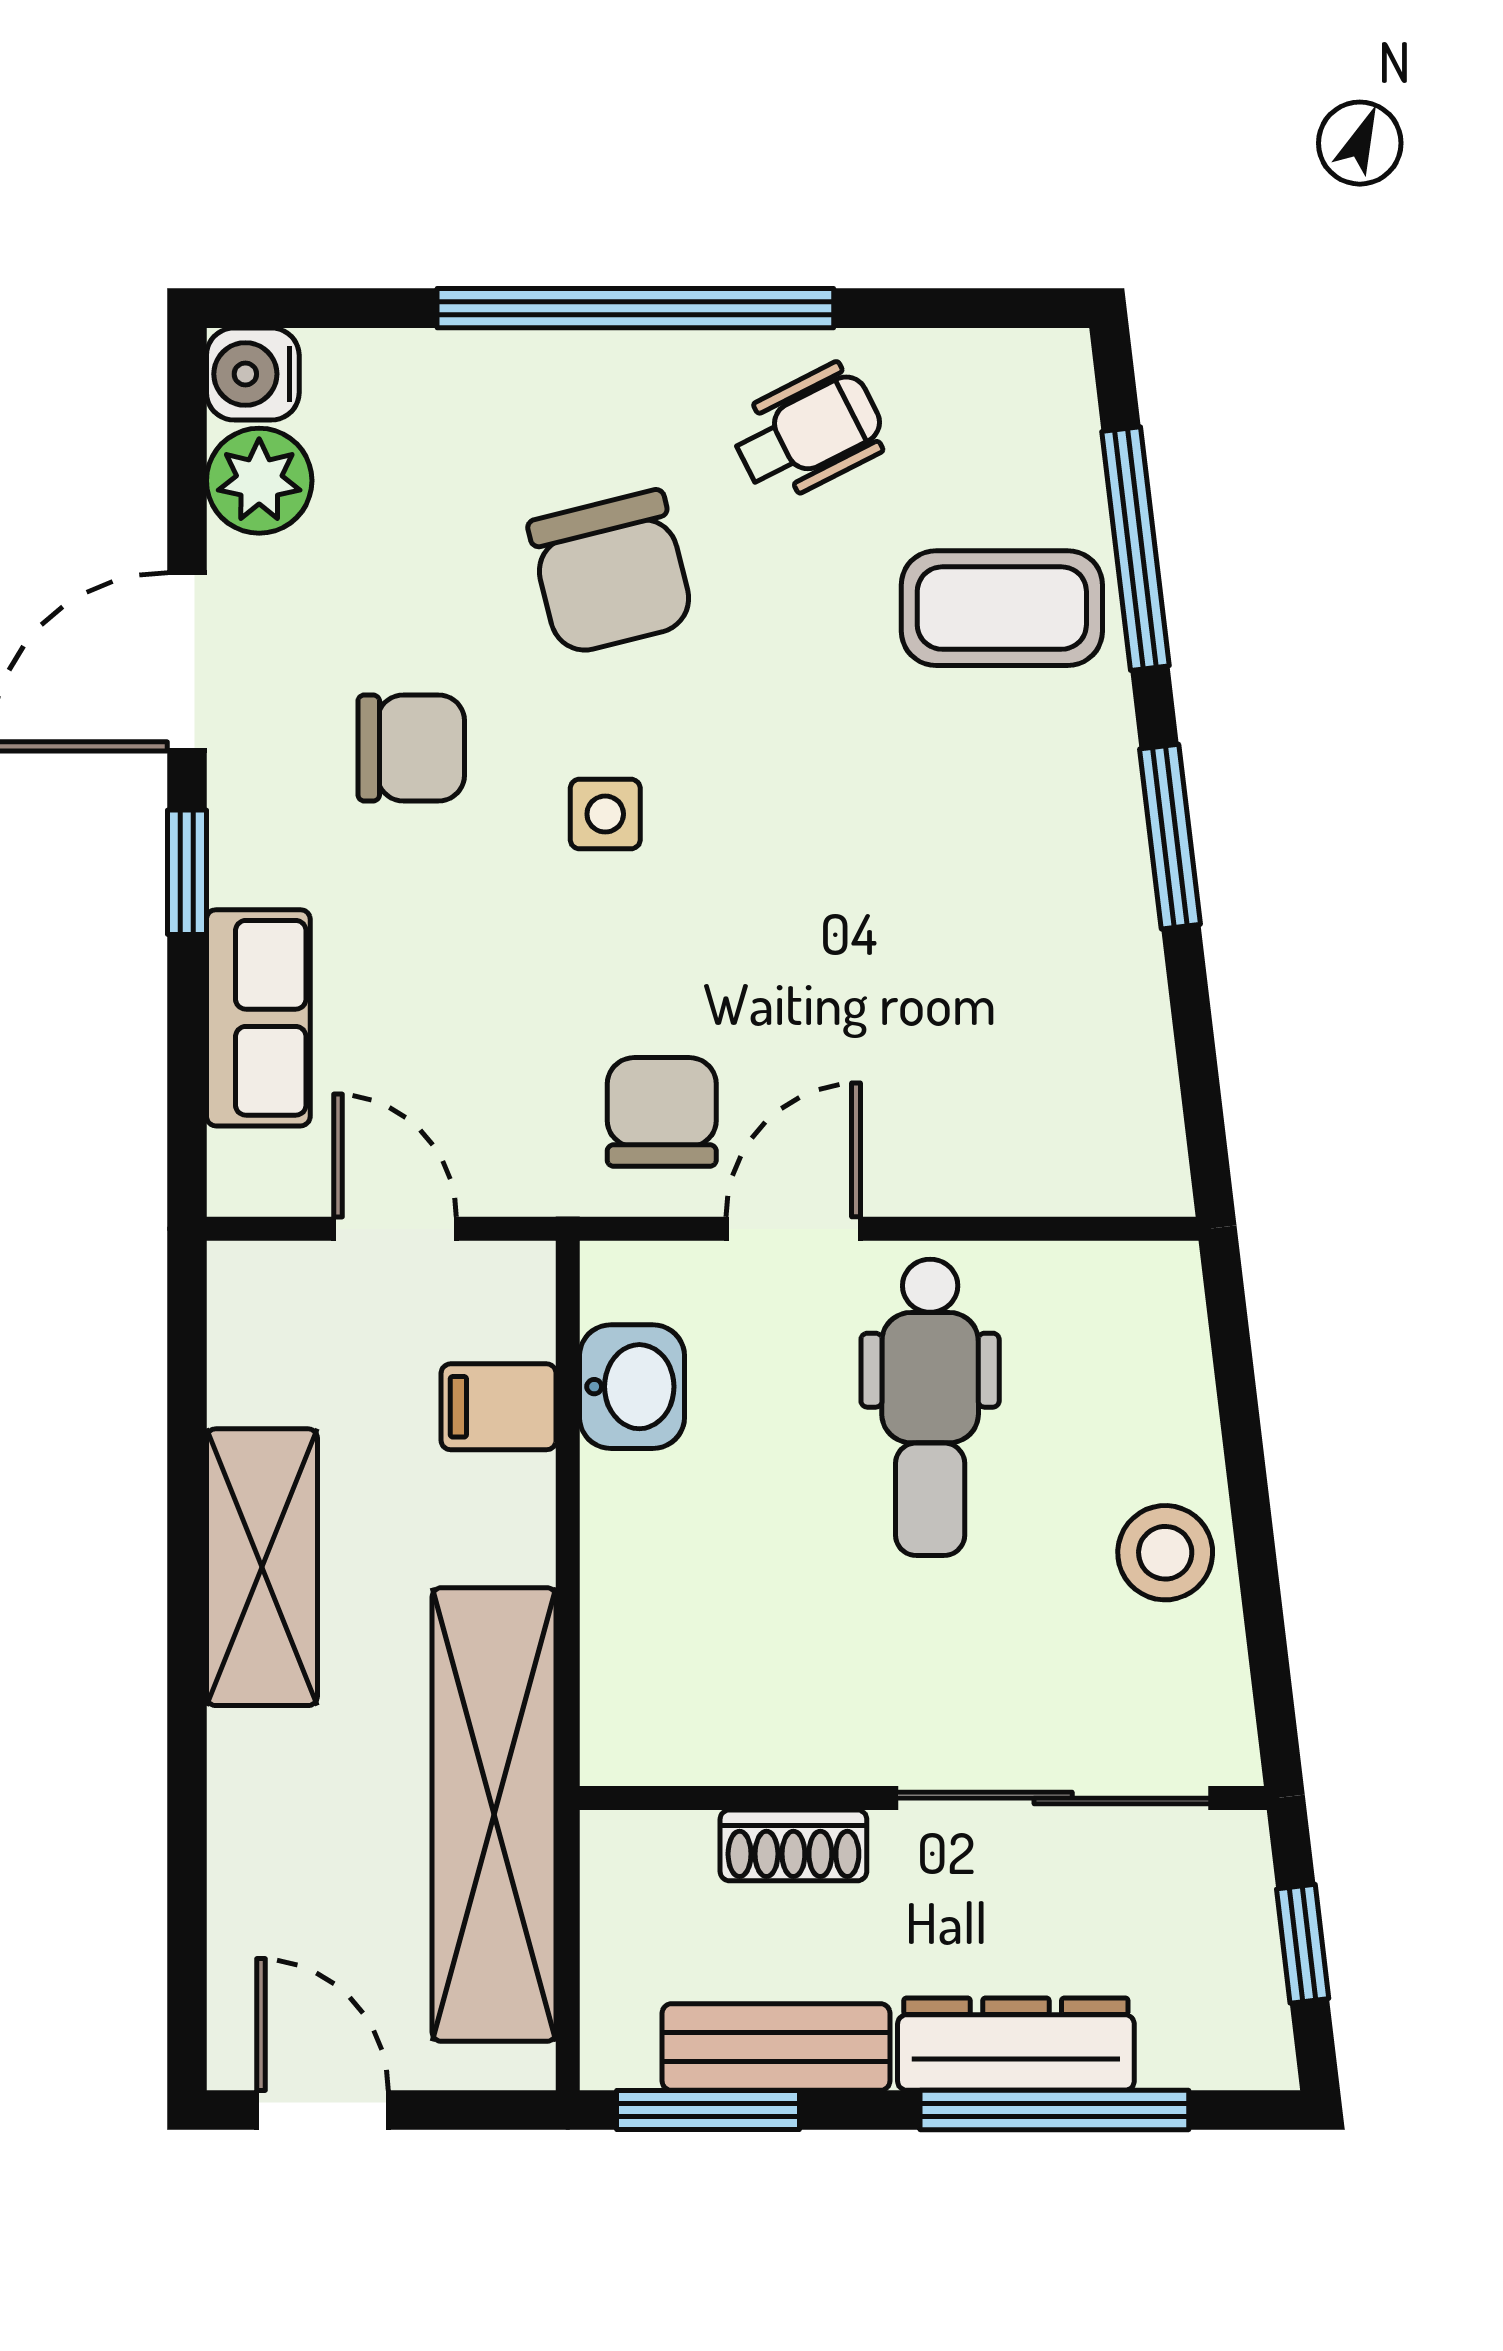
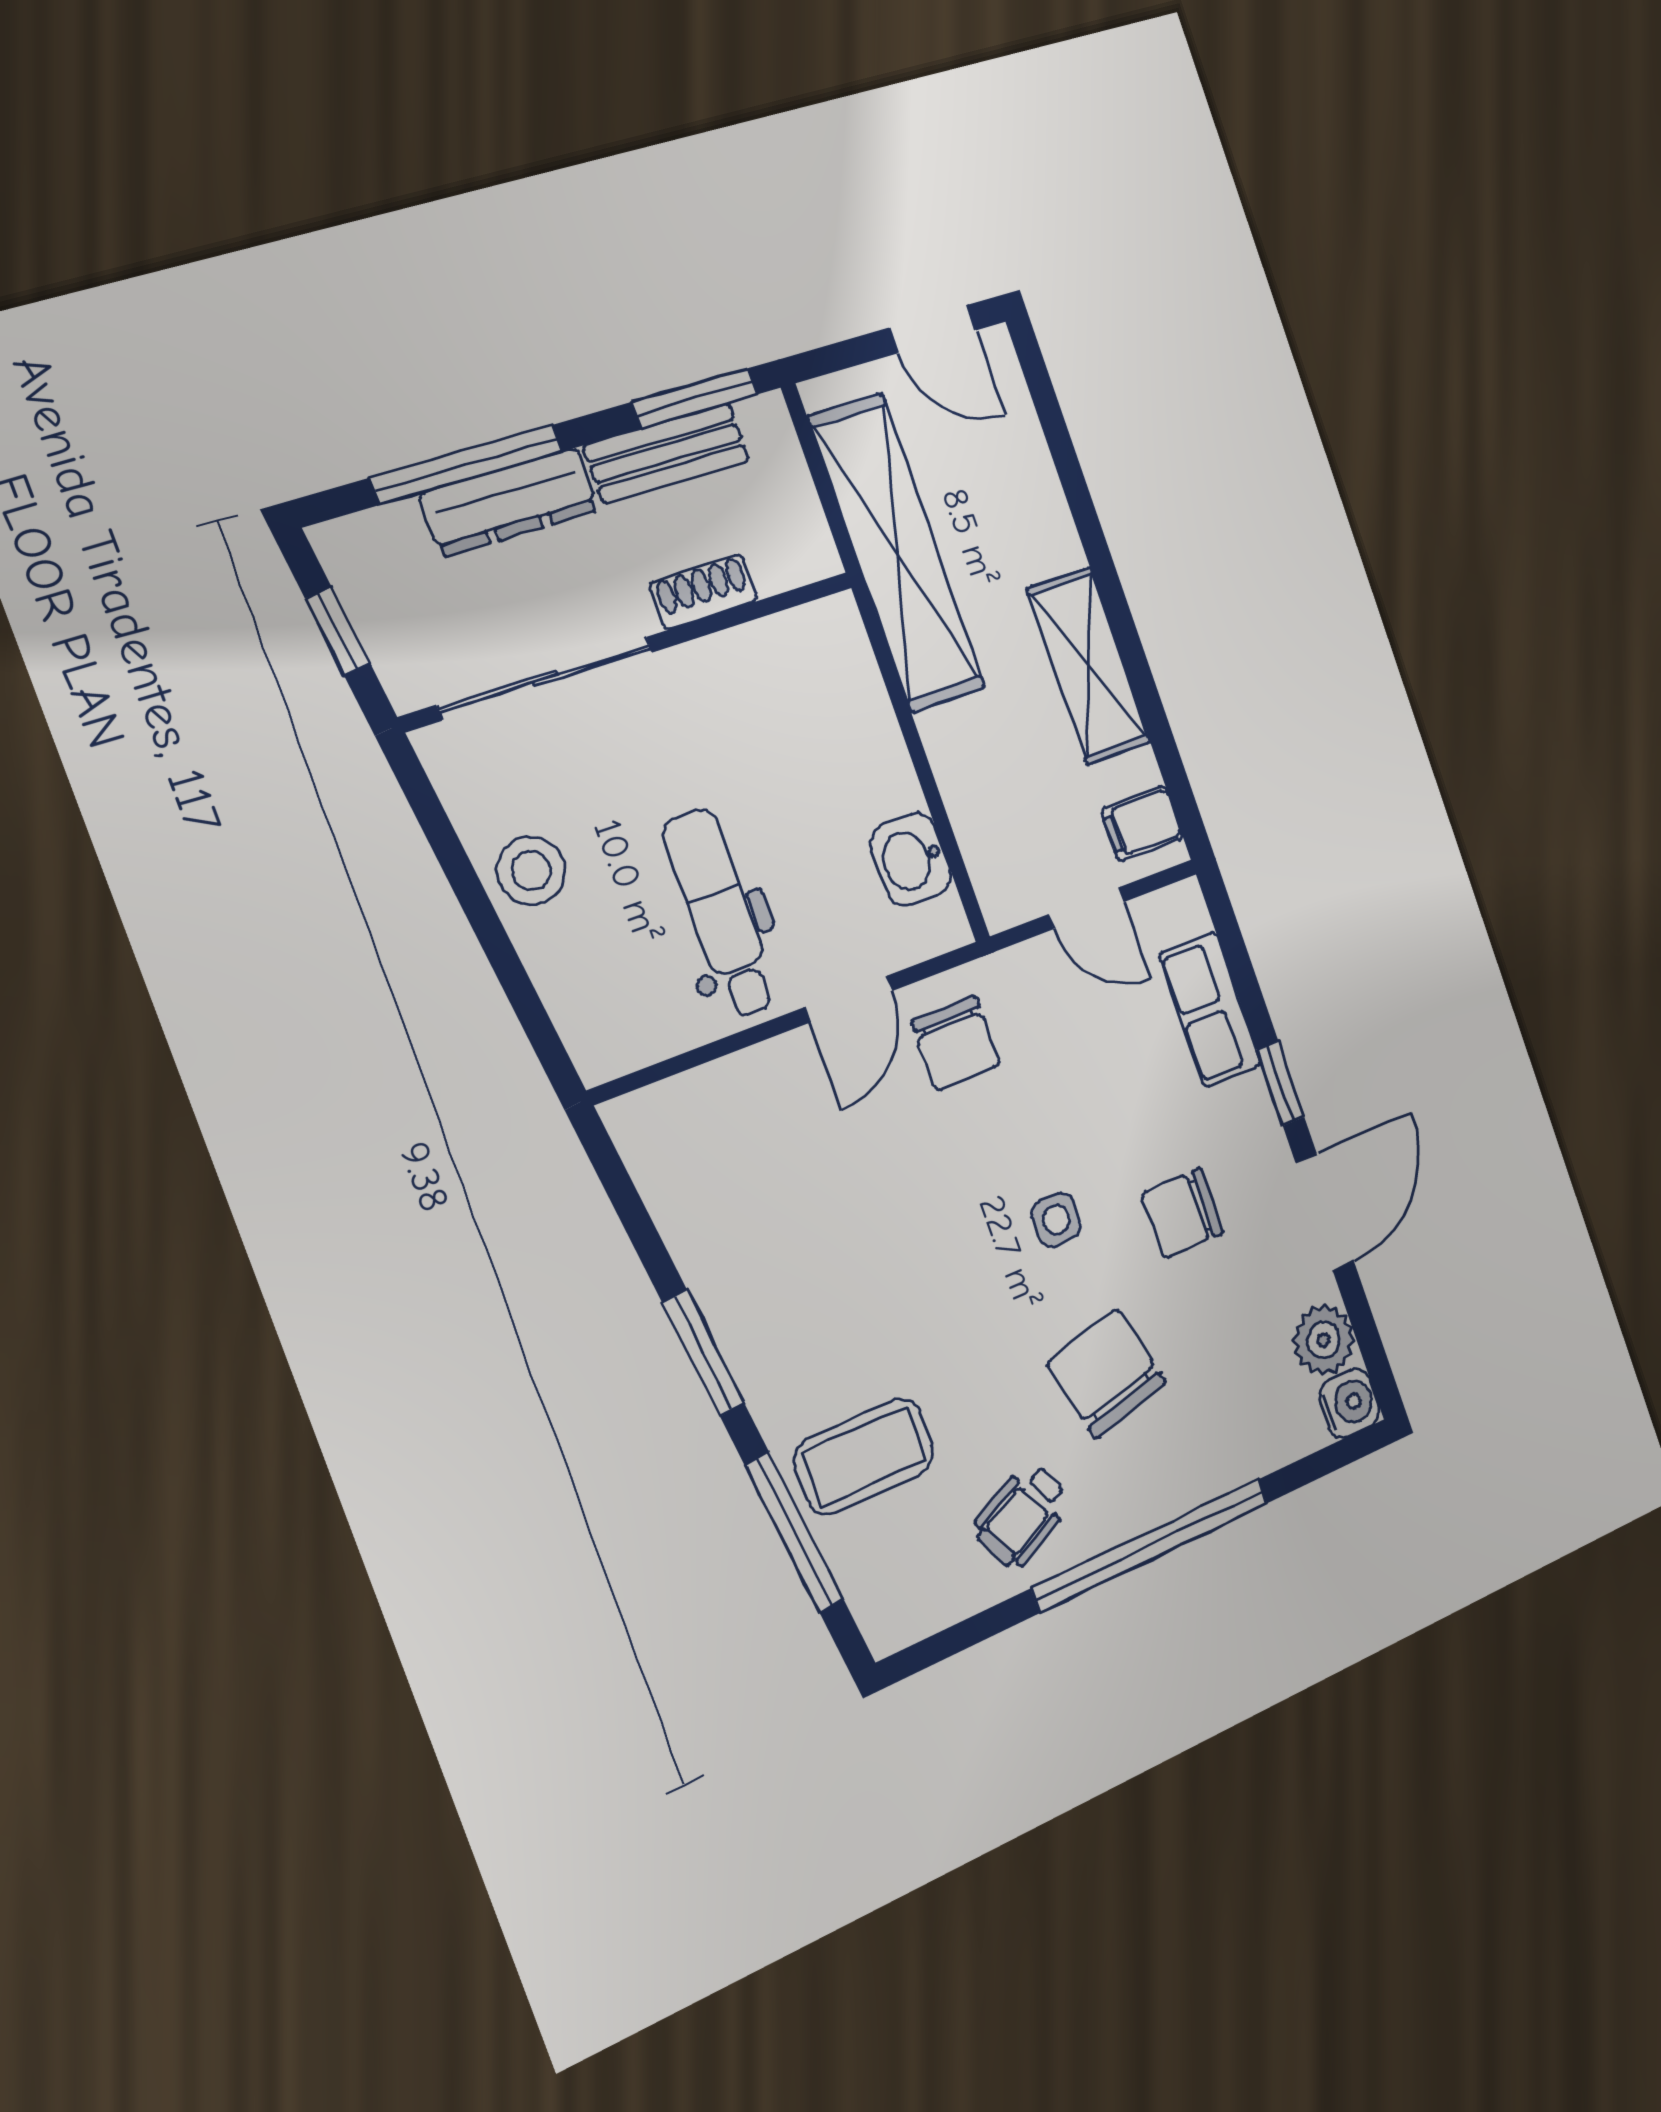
filing cabinet: (499, 1407) -> (1142, 824), moved, turned 180

